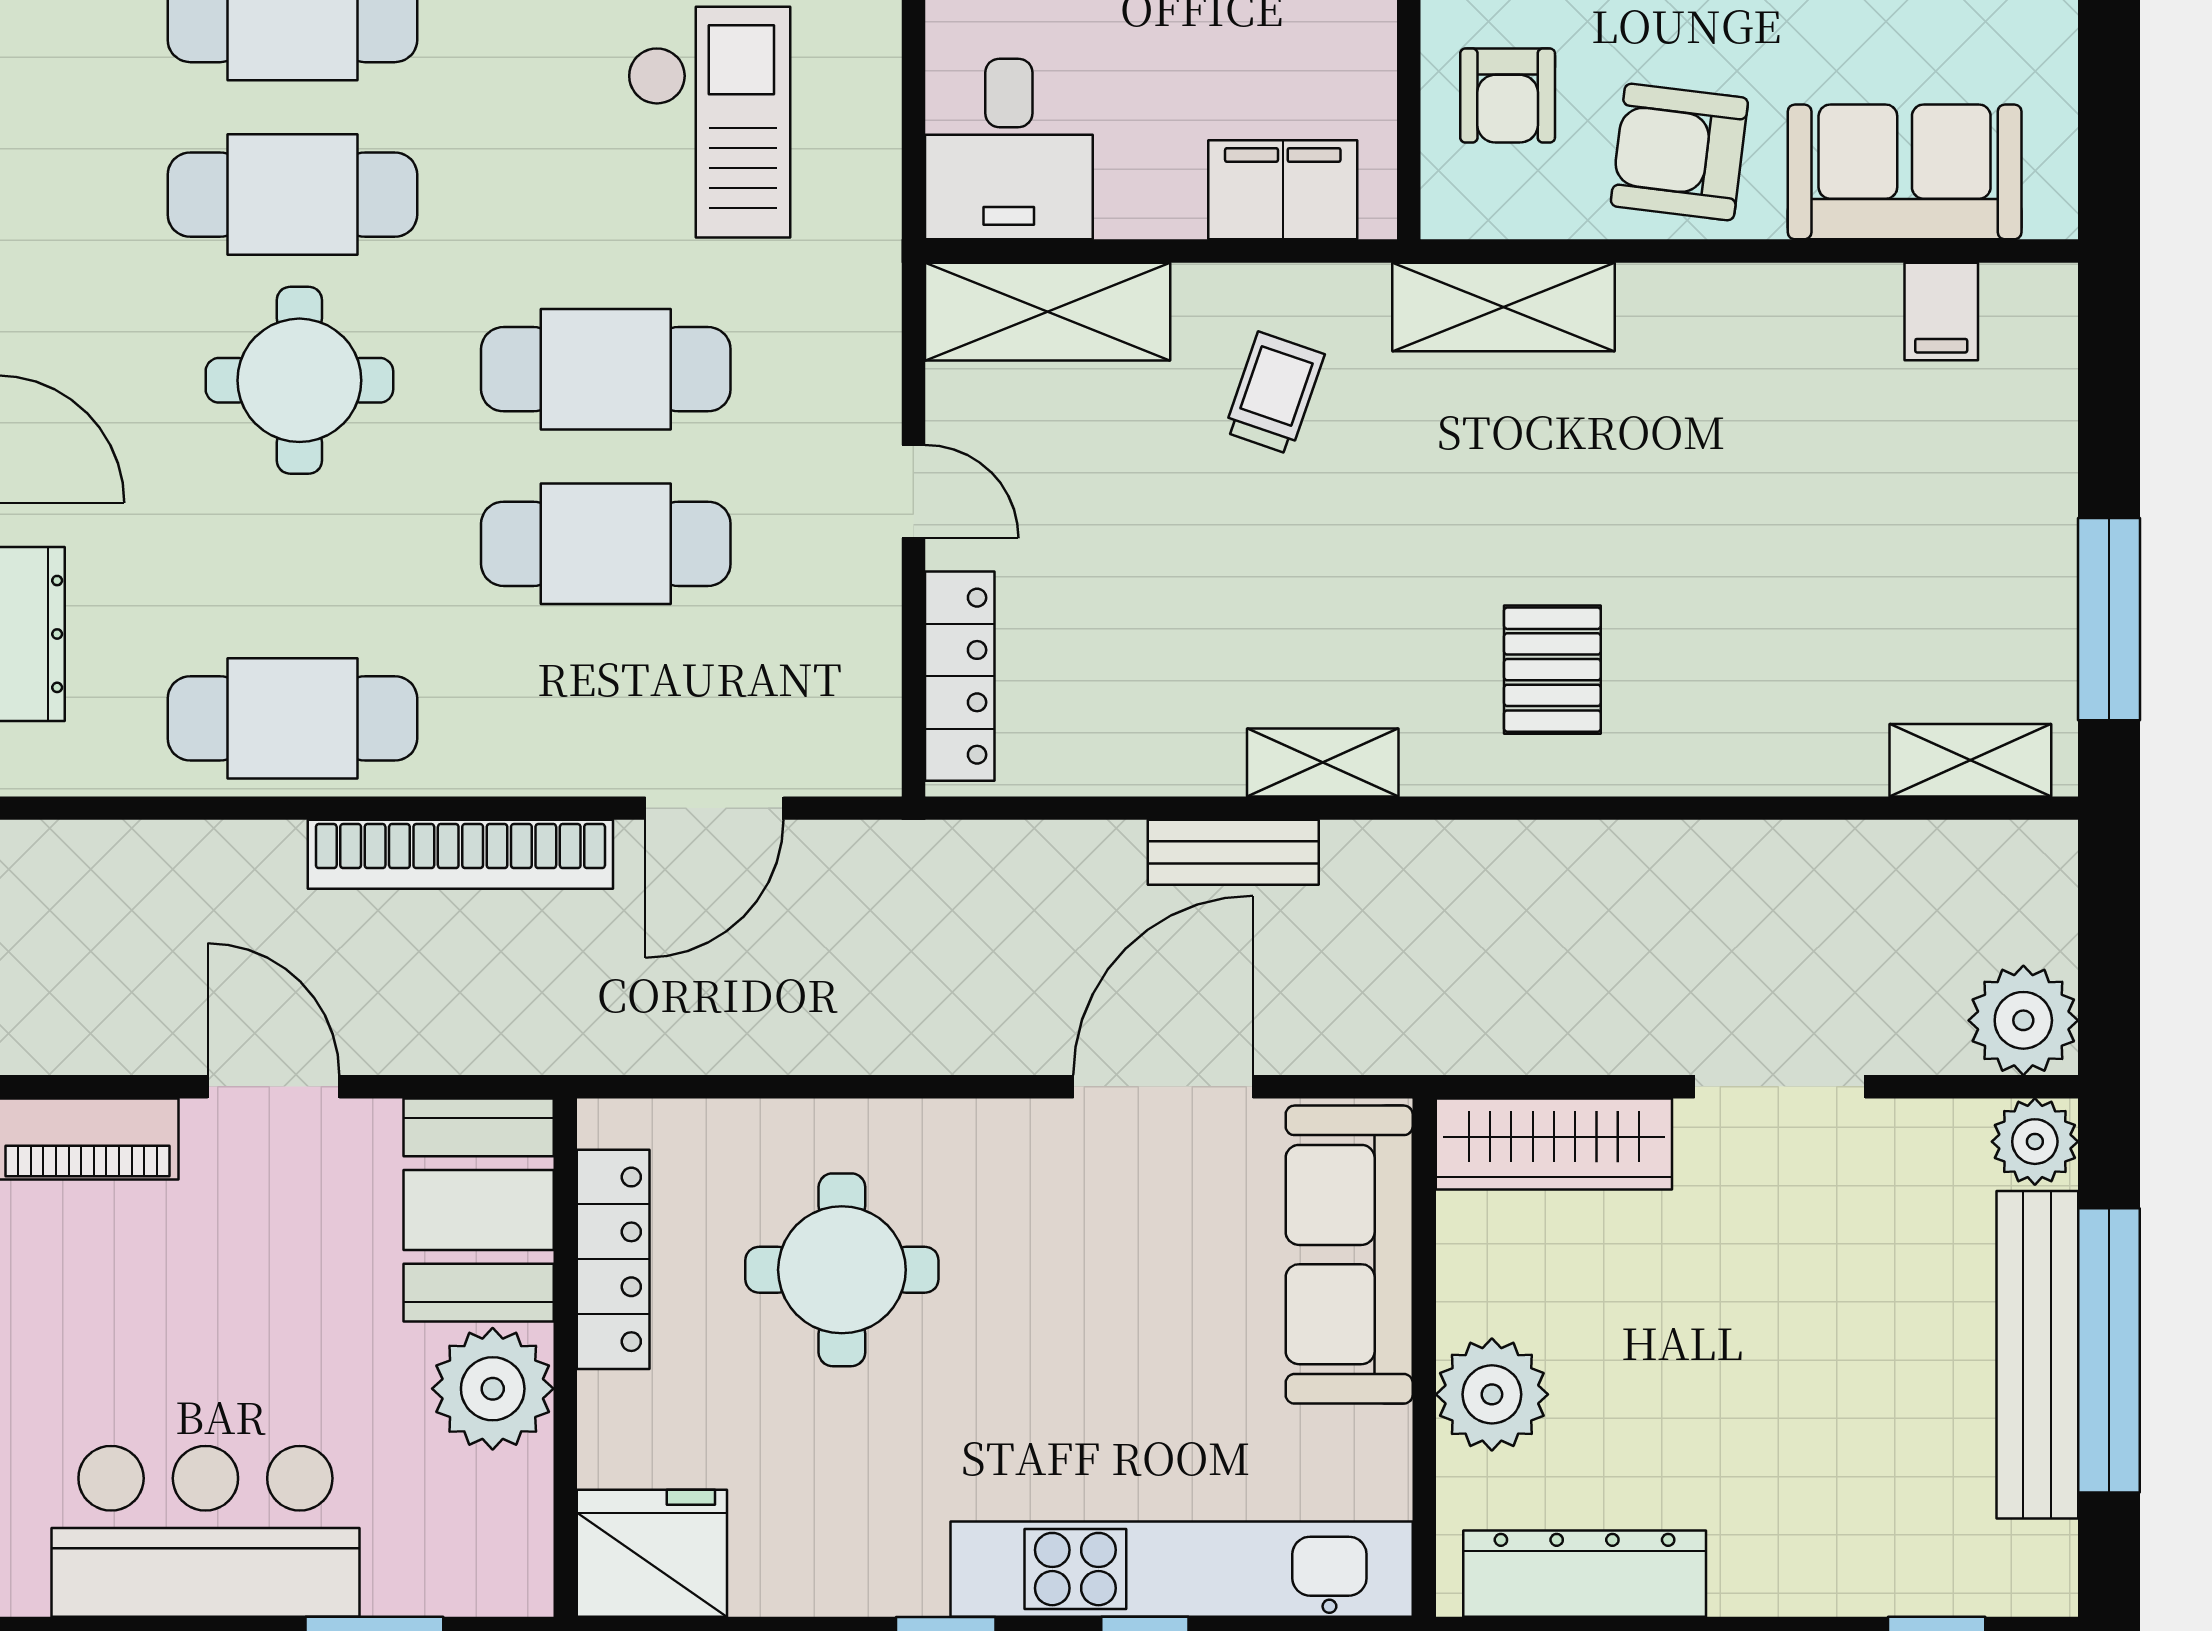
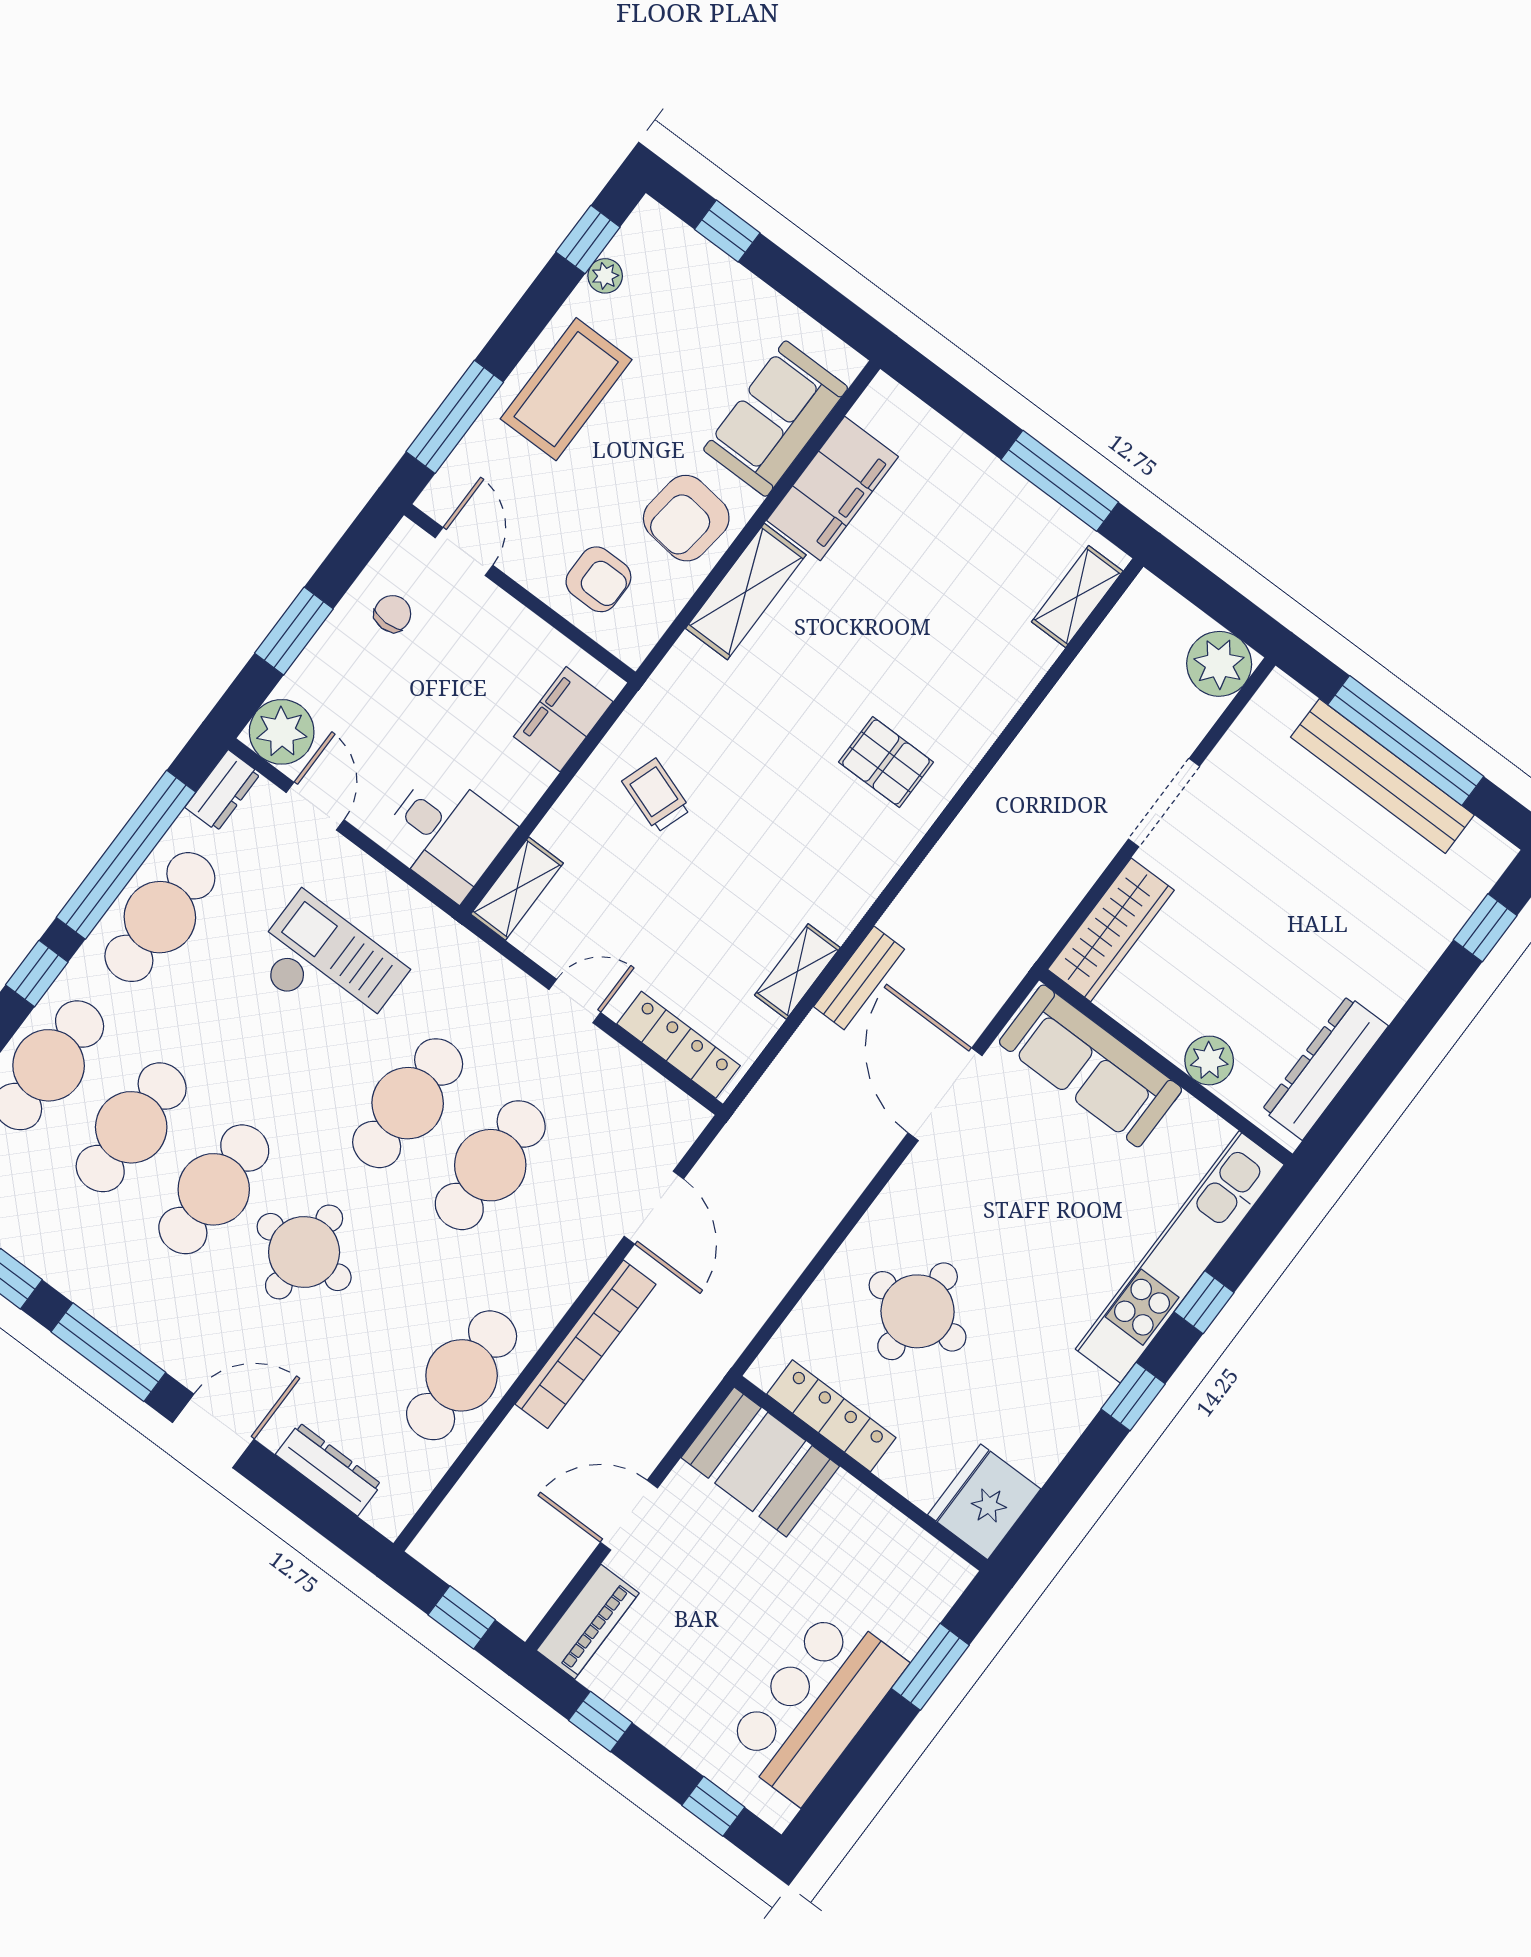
shelving: (1504, 307) -> (746, 592), moved
filing cabinet: (1941, 311) -> (832, 488), width x3.00, depth x1.17
shelving: (1048, 312) -> (517, 889), width x0.67, depth x0.75
shelving: (1323, 762) -> (797, 971), moved
plant: (2035, 1142) -> (1281, 701), removed
plant: (493, 1389) -> (850, 1519), removed
plant: (1492, 1394) -> (1209, 1060), width x0.73, depth x0.73

